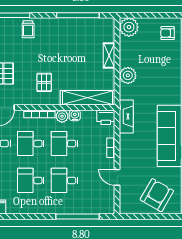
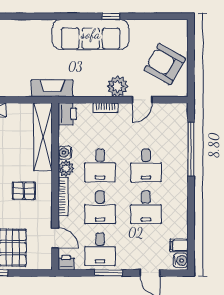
plant: (128, 75) -> (117, 86), moved
fireplace: (126, 116) -> (52, 88), moved
armchair: (157, 195) -> (165, 64), moved

